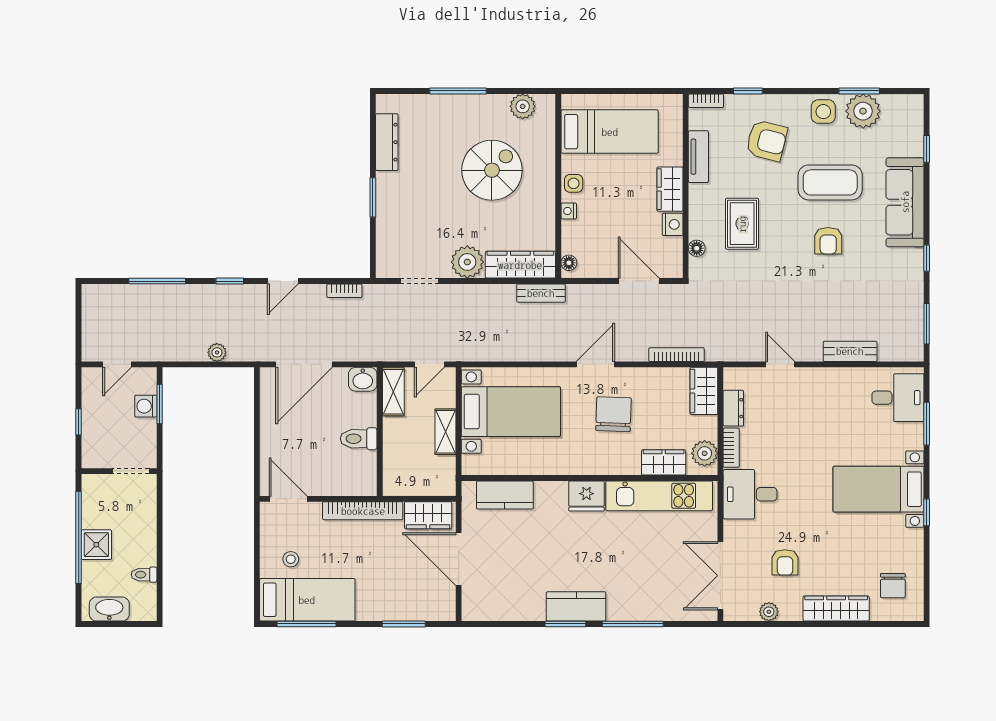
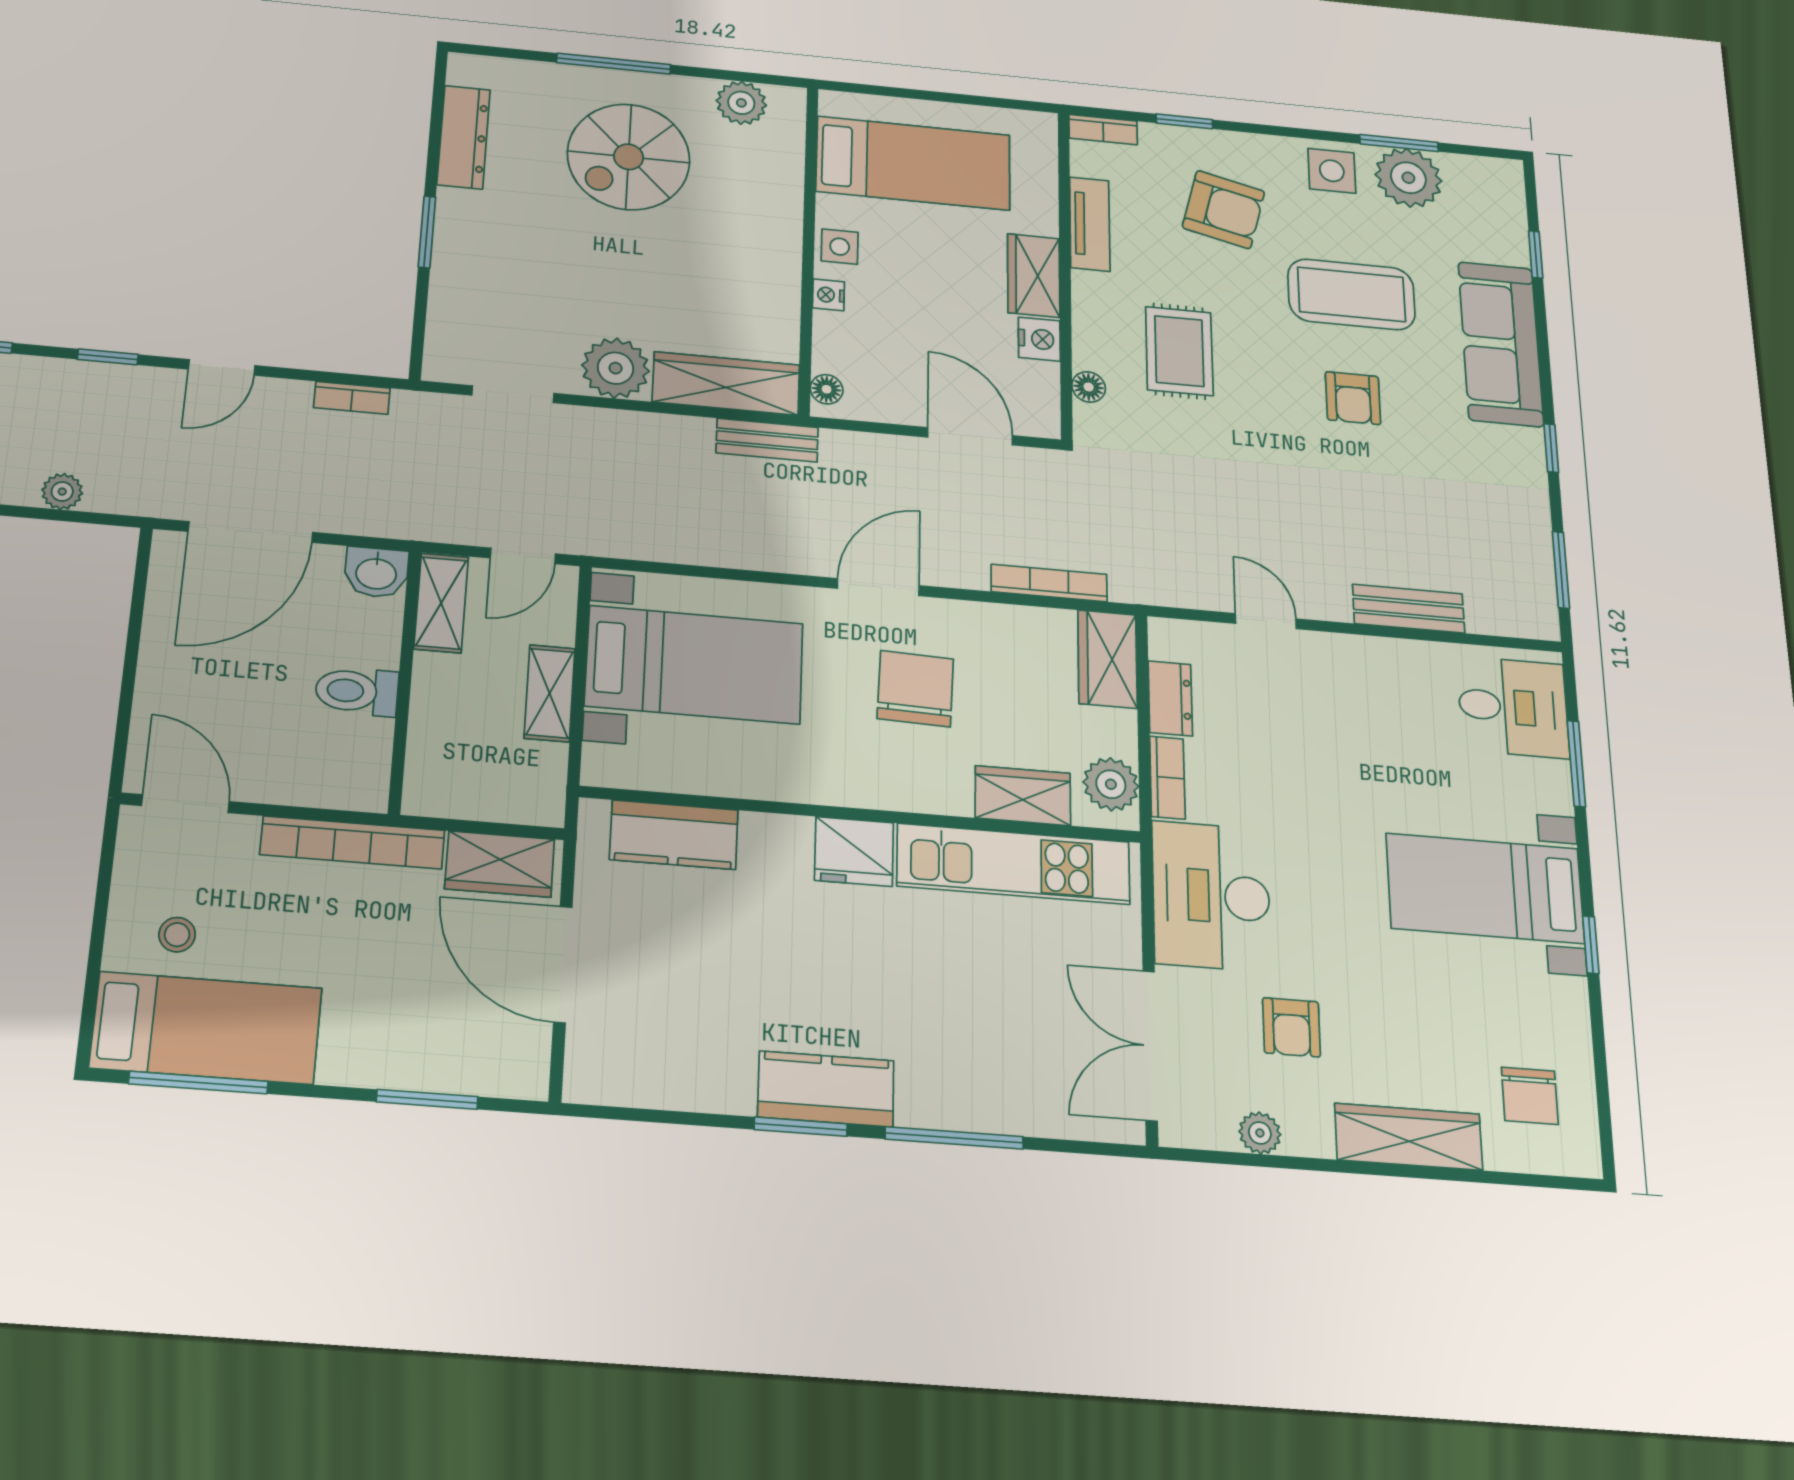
spiral stairs: (492, 170) -> (629, 157), moved, turned 180
desk: (750, 494) -> (1211, 896), width x1.37

